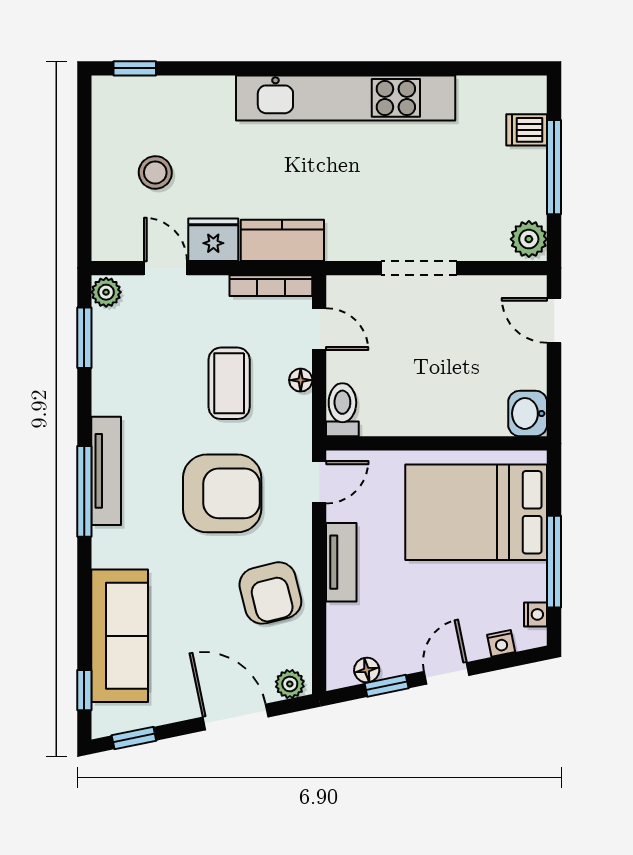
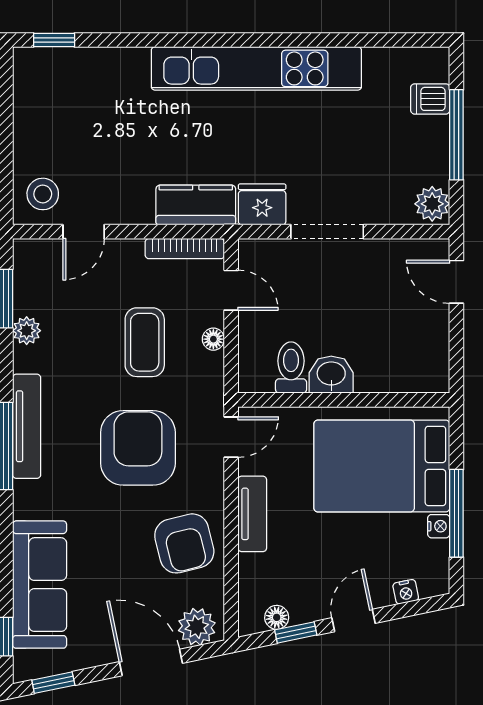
stool: (155, 172) -> (43, 194), moved
fridge: (213, 240) -> (262, 204), moved
door: (165, 268) -> (84, 232), swing flipped
plant: (106, 292) -> (27, 331), moved
toilet: (342, 410) -> (291, 368), moved
washbasin: (528, 413) -> (331, 375), moved, turned 90
armchair: (222, 493) -> (138, 448), turned -90
nightstand: (536, 614) -> (439, 526), moved
plant: (290, 684) -> (197, 627), width x1.38, depth x1.38

